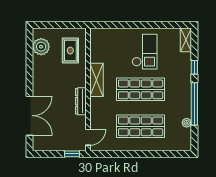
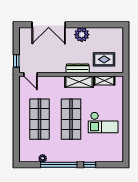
shelving: (186, 40) -> (104, 81), moved
plant: (41, 47) -> (82, 35), moved
dresser: (81, 101) -> (78, 68), moved

